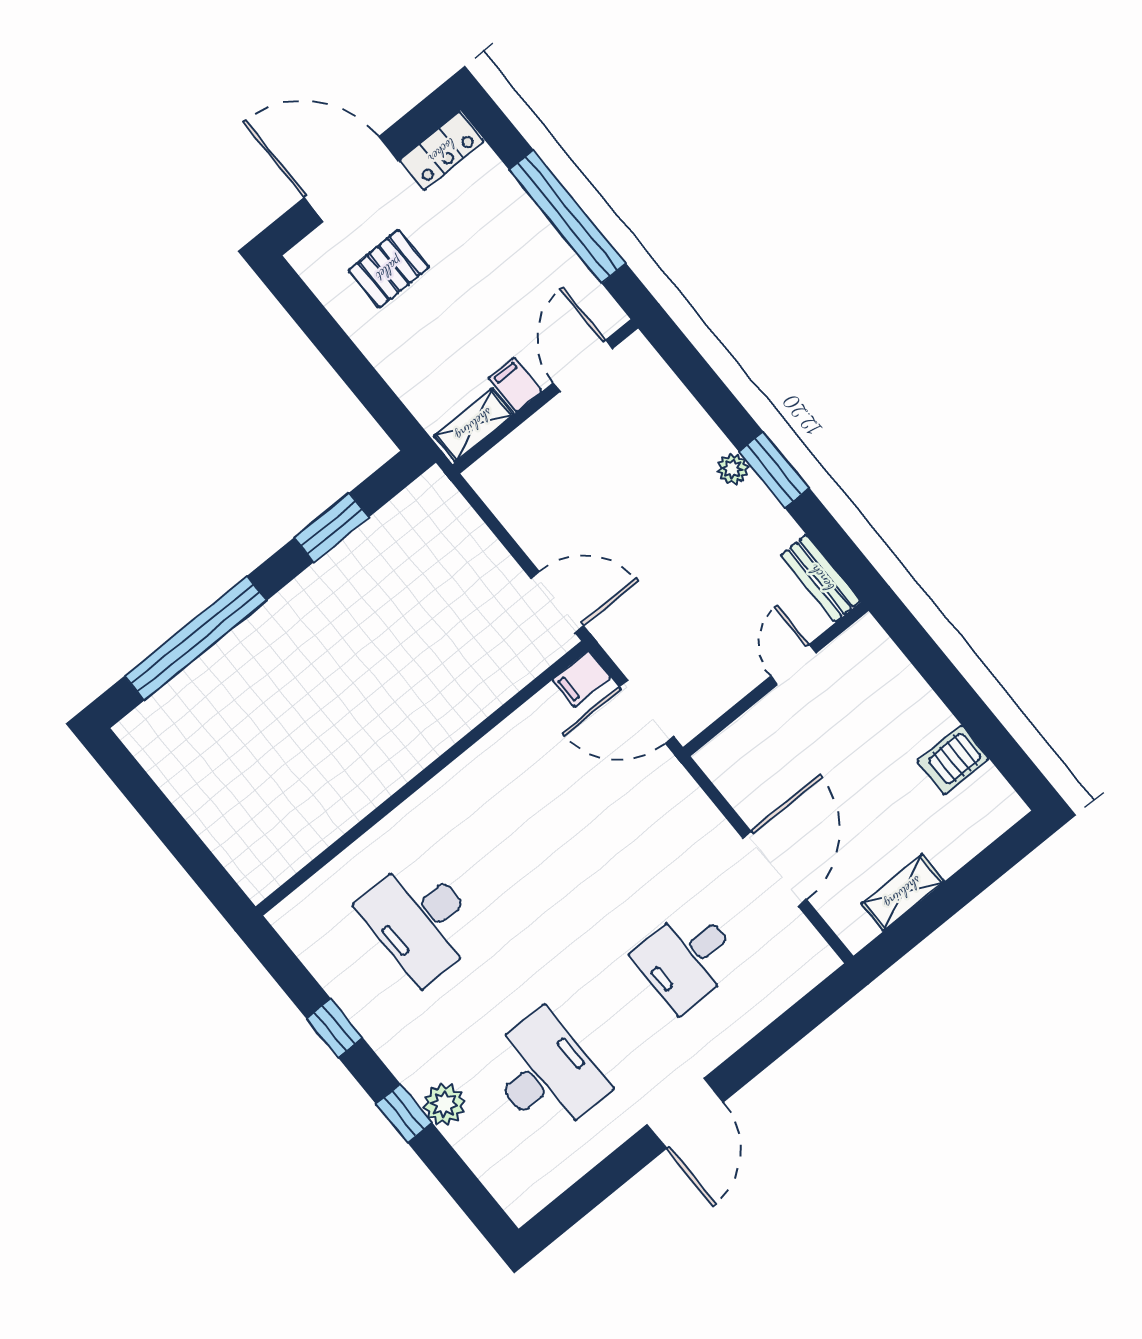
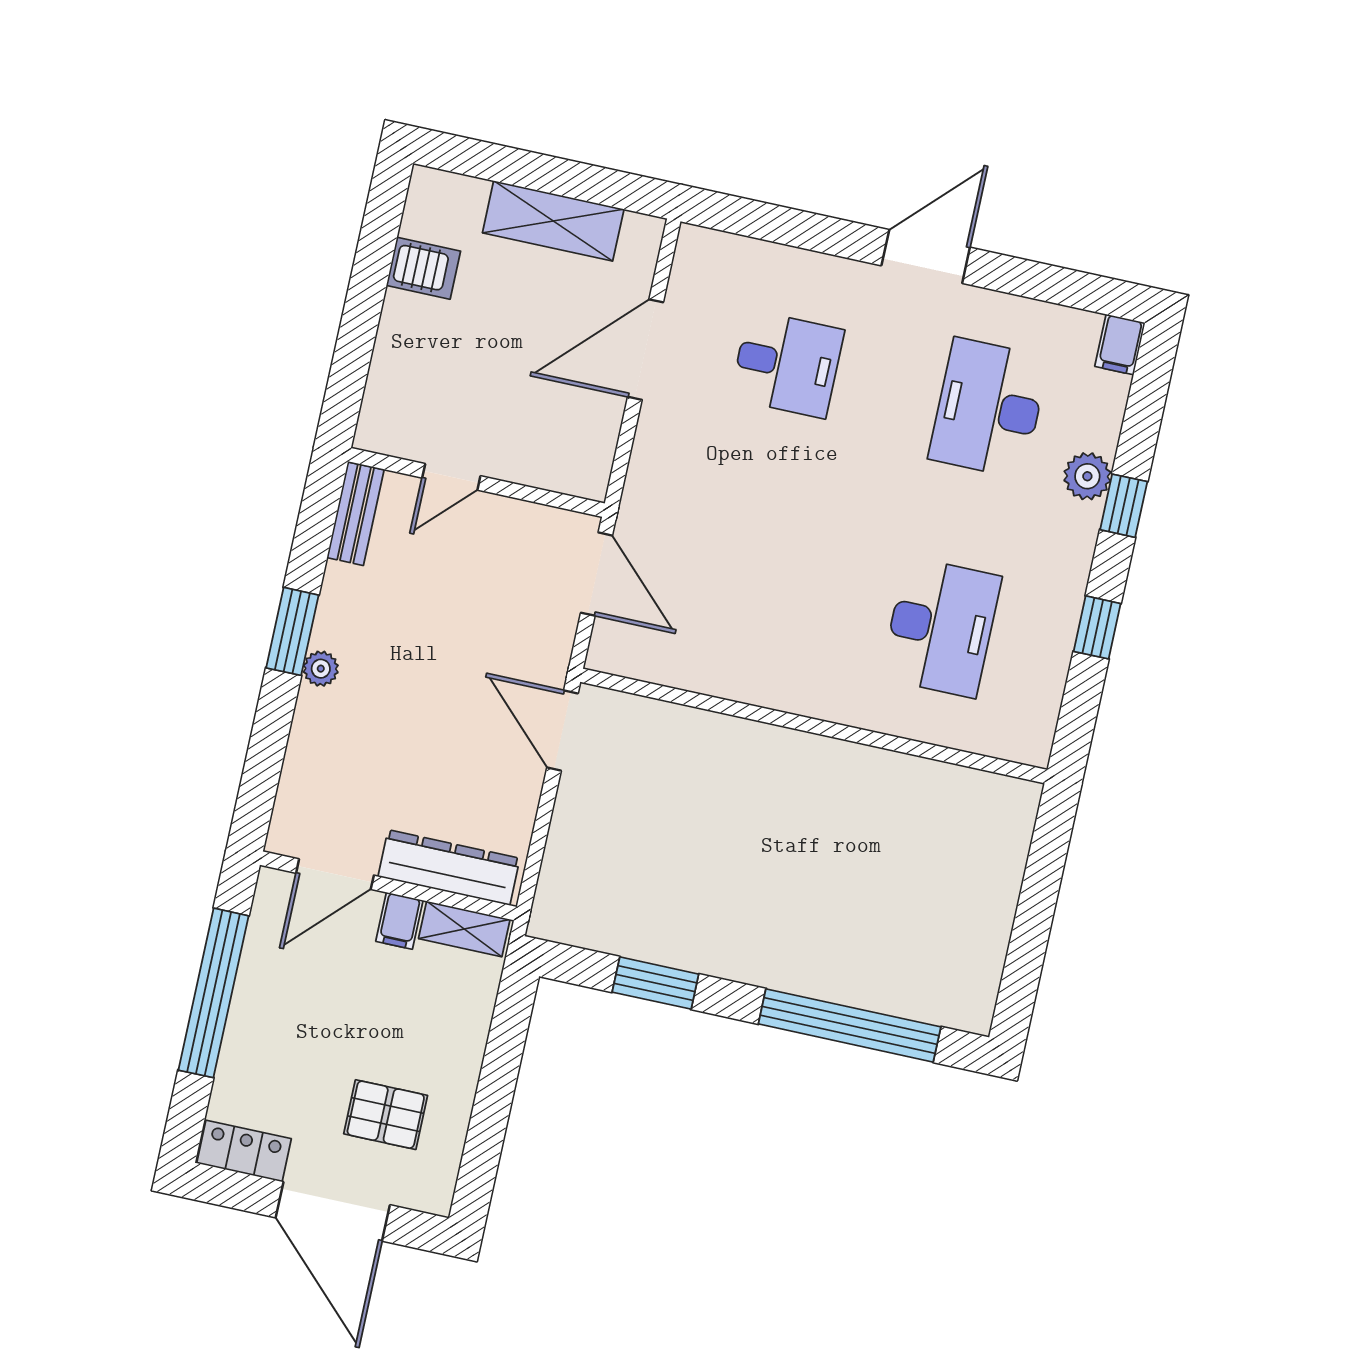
dresser: (525, 448) -> (449, 867), added
filing cabinet: (582, 679) -> (1120, 345), moved, turned 90
shelving: (903, 893) -> (553, 221), width x1.50, depth x1.33

